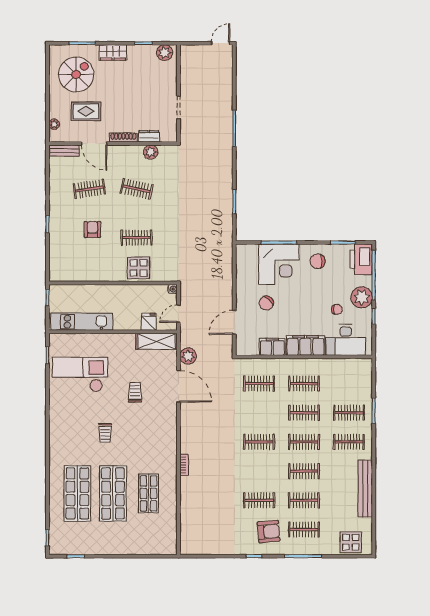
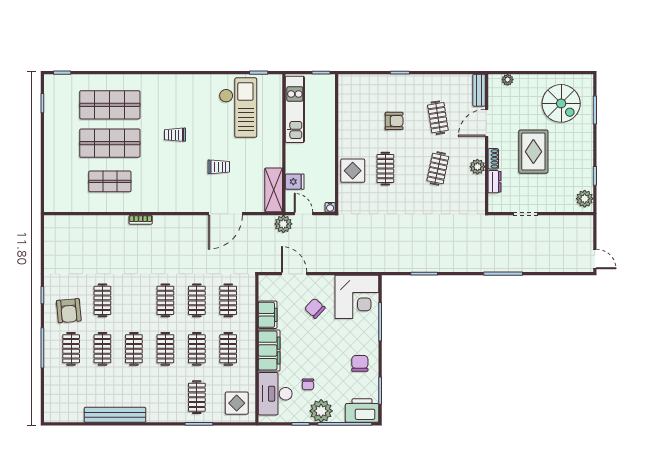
wardrobe: (113, 52) -> (585, 143), removed
rug: (86, 111) -> (533, 152), moved, width x1.36, depth x1.43
shoe rack: (123, 137) -> (493, 159), width x0.70
plant: (151, 152) -> (477, 167), moved
corner desk: (279, 264) -> (357, 297), moved, turned -90
plant: (188, 356) -> (283, 224), moved
clothes rail: (349, 442) -> (197, 300), moved
display table: (351, 542) -> (237, 403), moved

